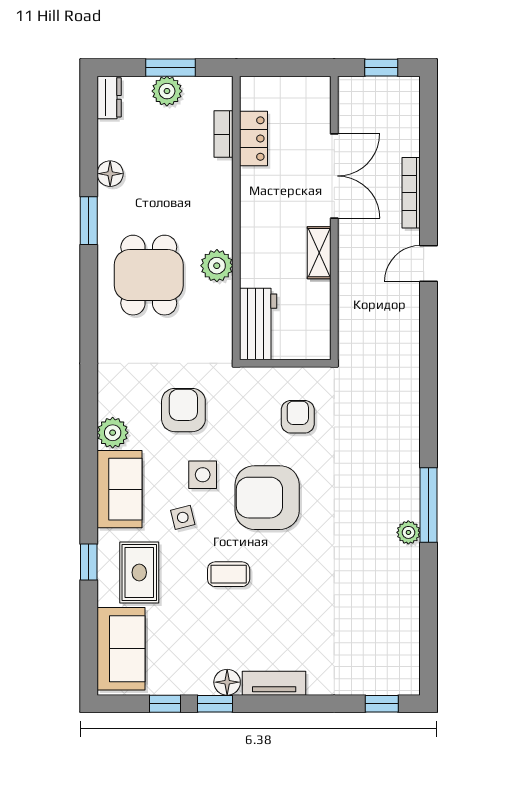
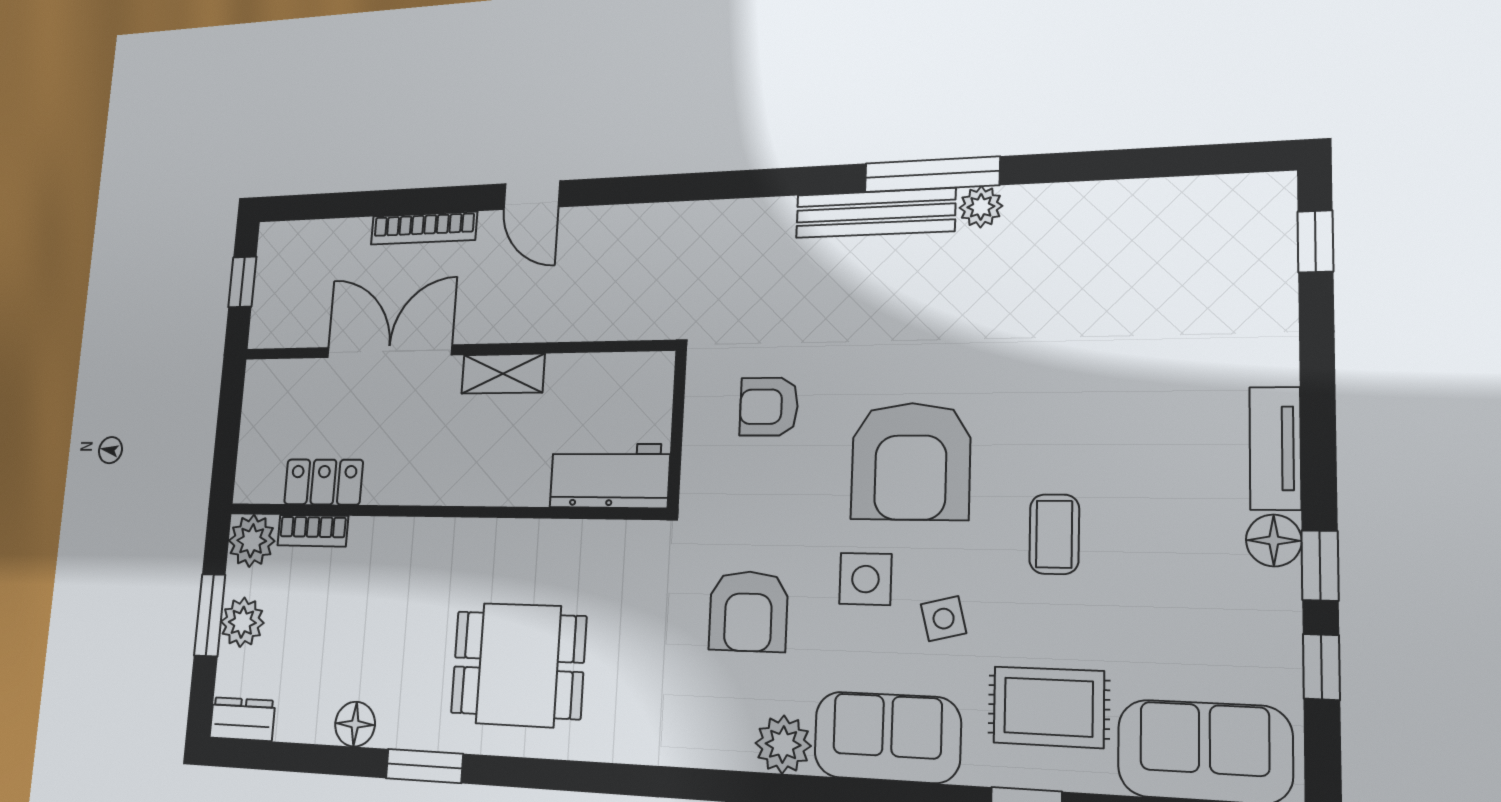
plant: (217, 266) -> (252, 541), moved
armchair: (183, 410) -> (748, 611), turned -90
bench: (408, 474) -> (875, 213), added

